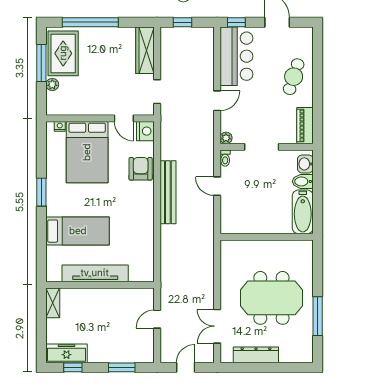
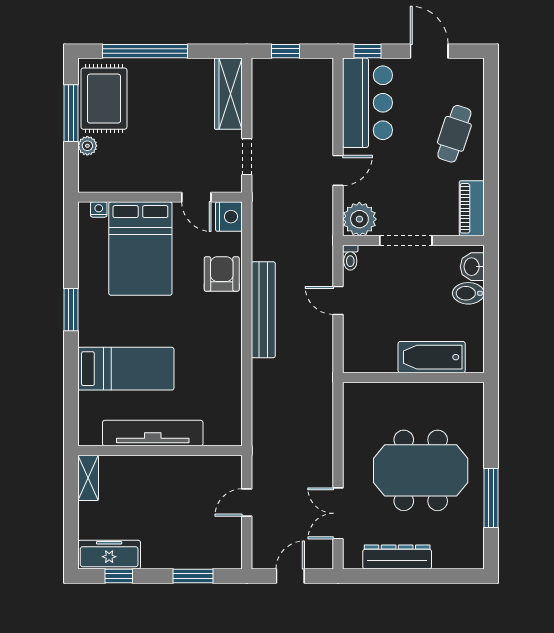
plant: (226, 138) -> (359, 219), width x1.88, depth x1.88
bathtub: (303, 212) -> (432, 357), moved, turned 90

